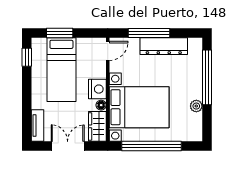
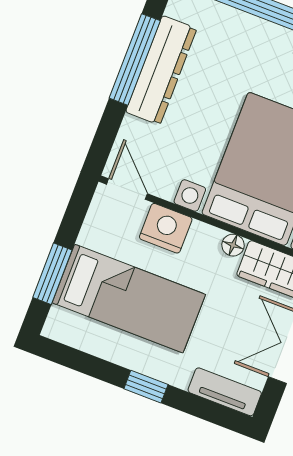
window: (149, 33) -> (135, 59), moved
window: (27, 57) -> (146, 387), moved
nightstand: (97, 89) -> (166, 228), moved

